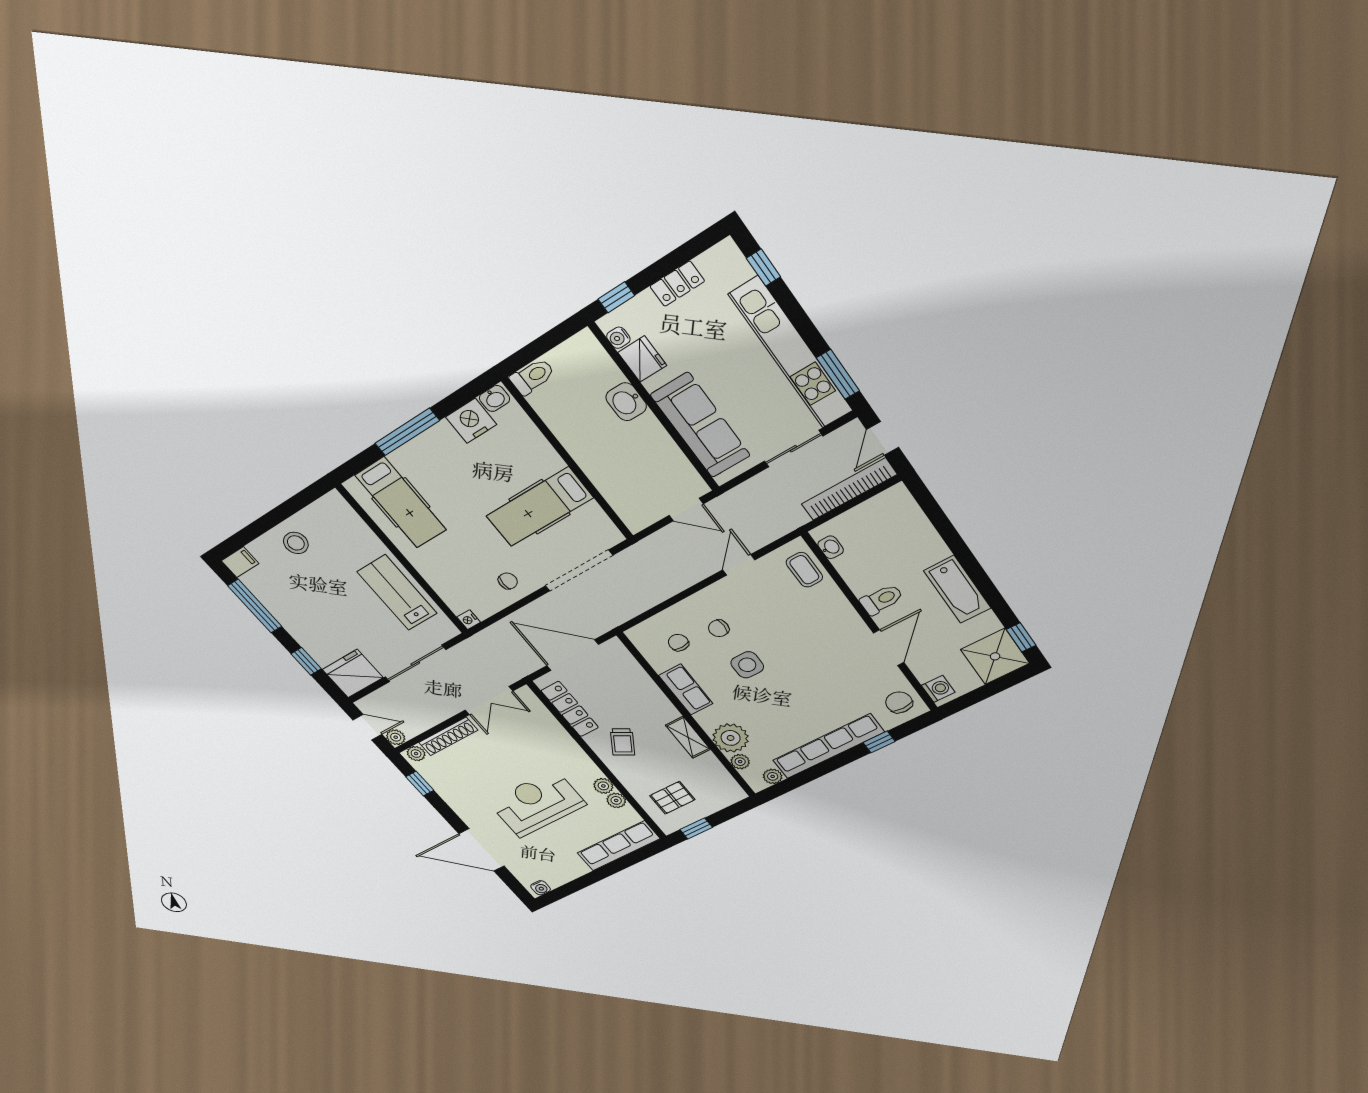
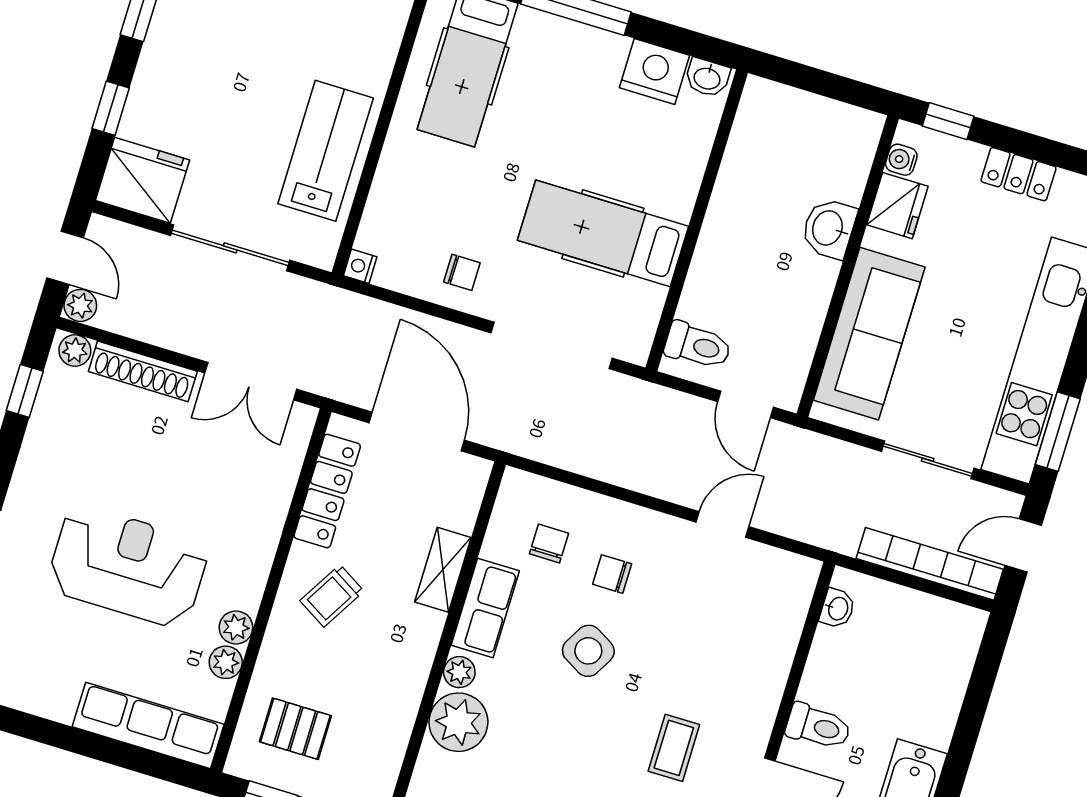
toilet: (532, 377) -> (698, 346), moved
coffee table: (804, 570) -> (674, 748), moved
side table: (747, 665) -> (588, 651), turned 30
shelving: (688, 737) -> (443, 570), moved
plant: (740, 762) -> (459, 672), moved

